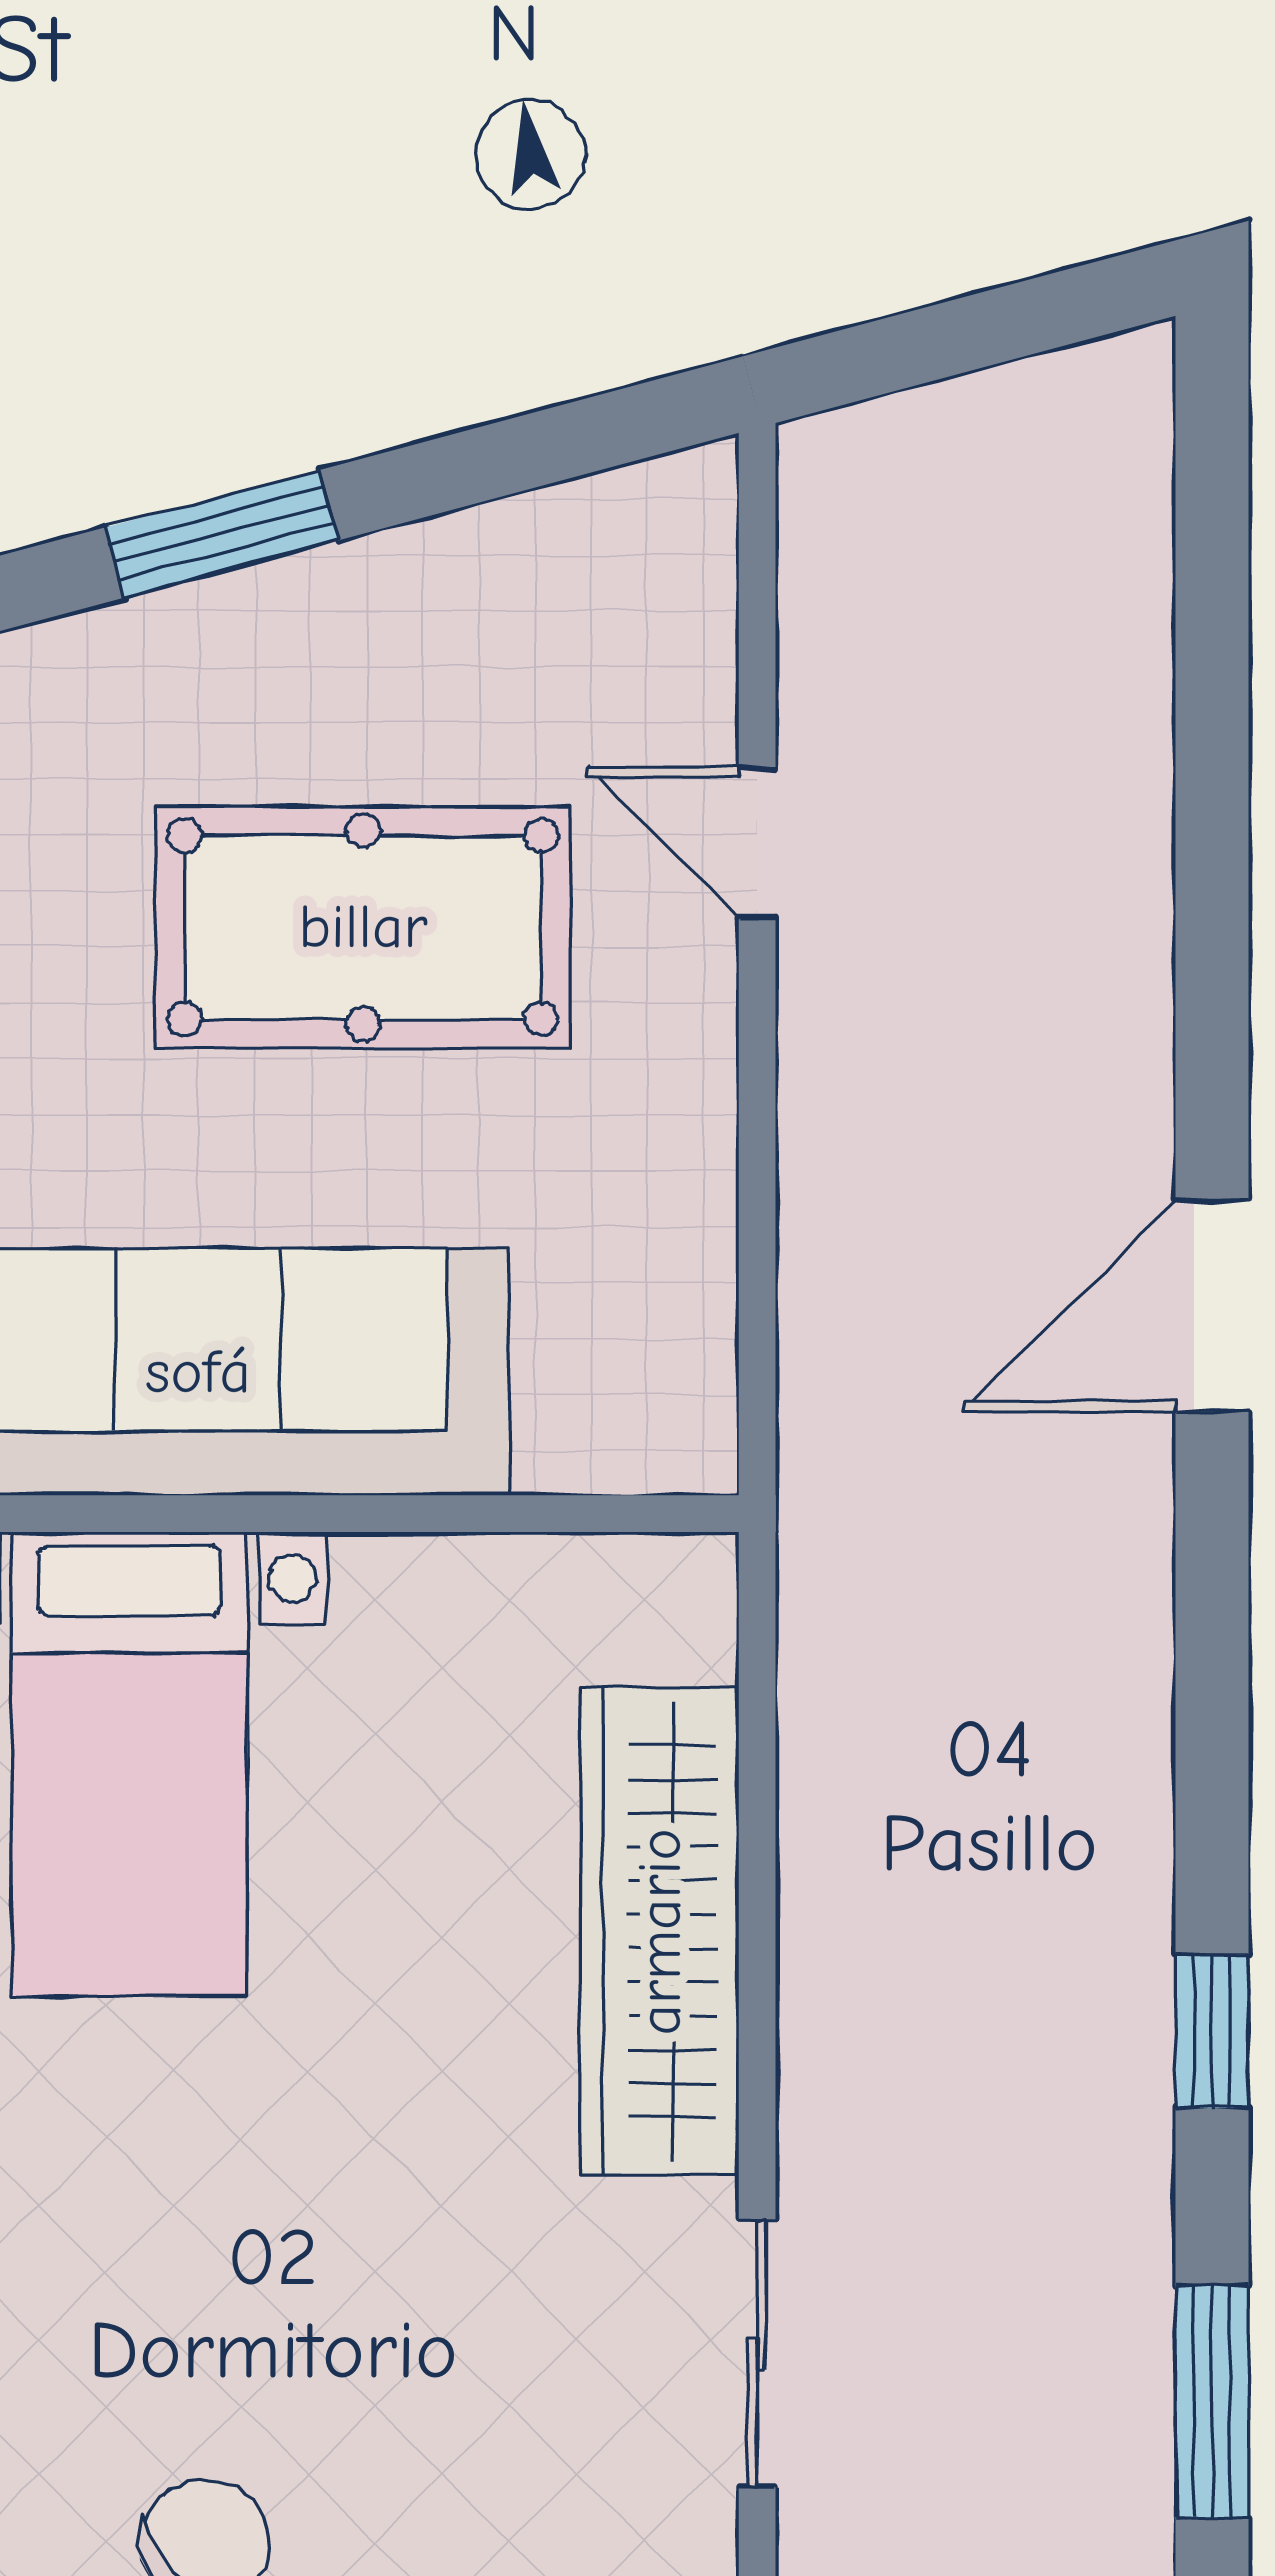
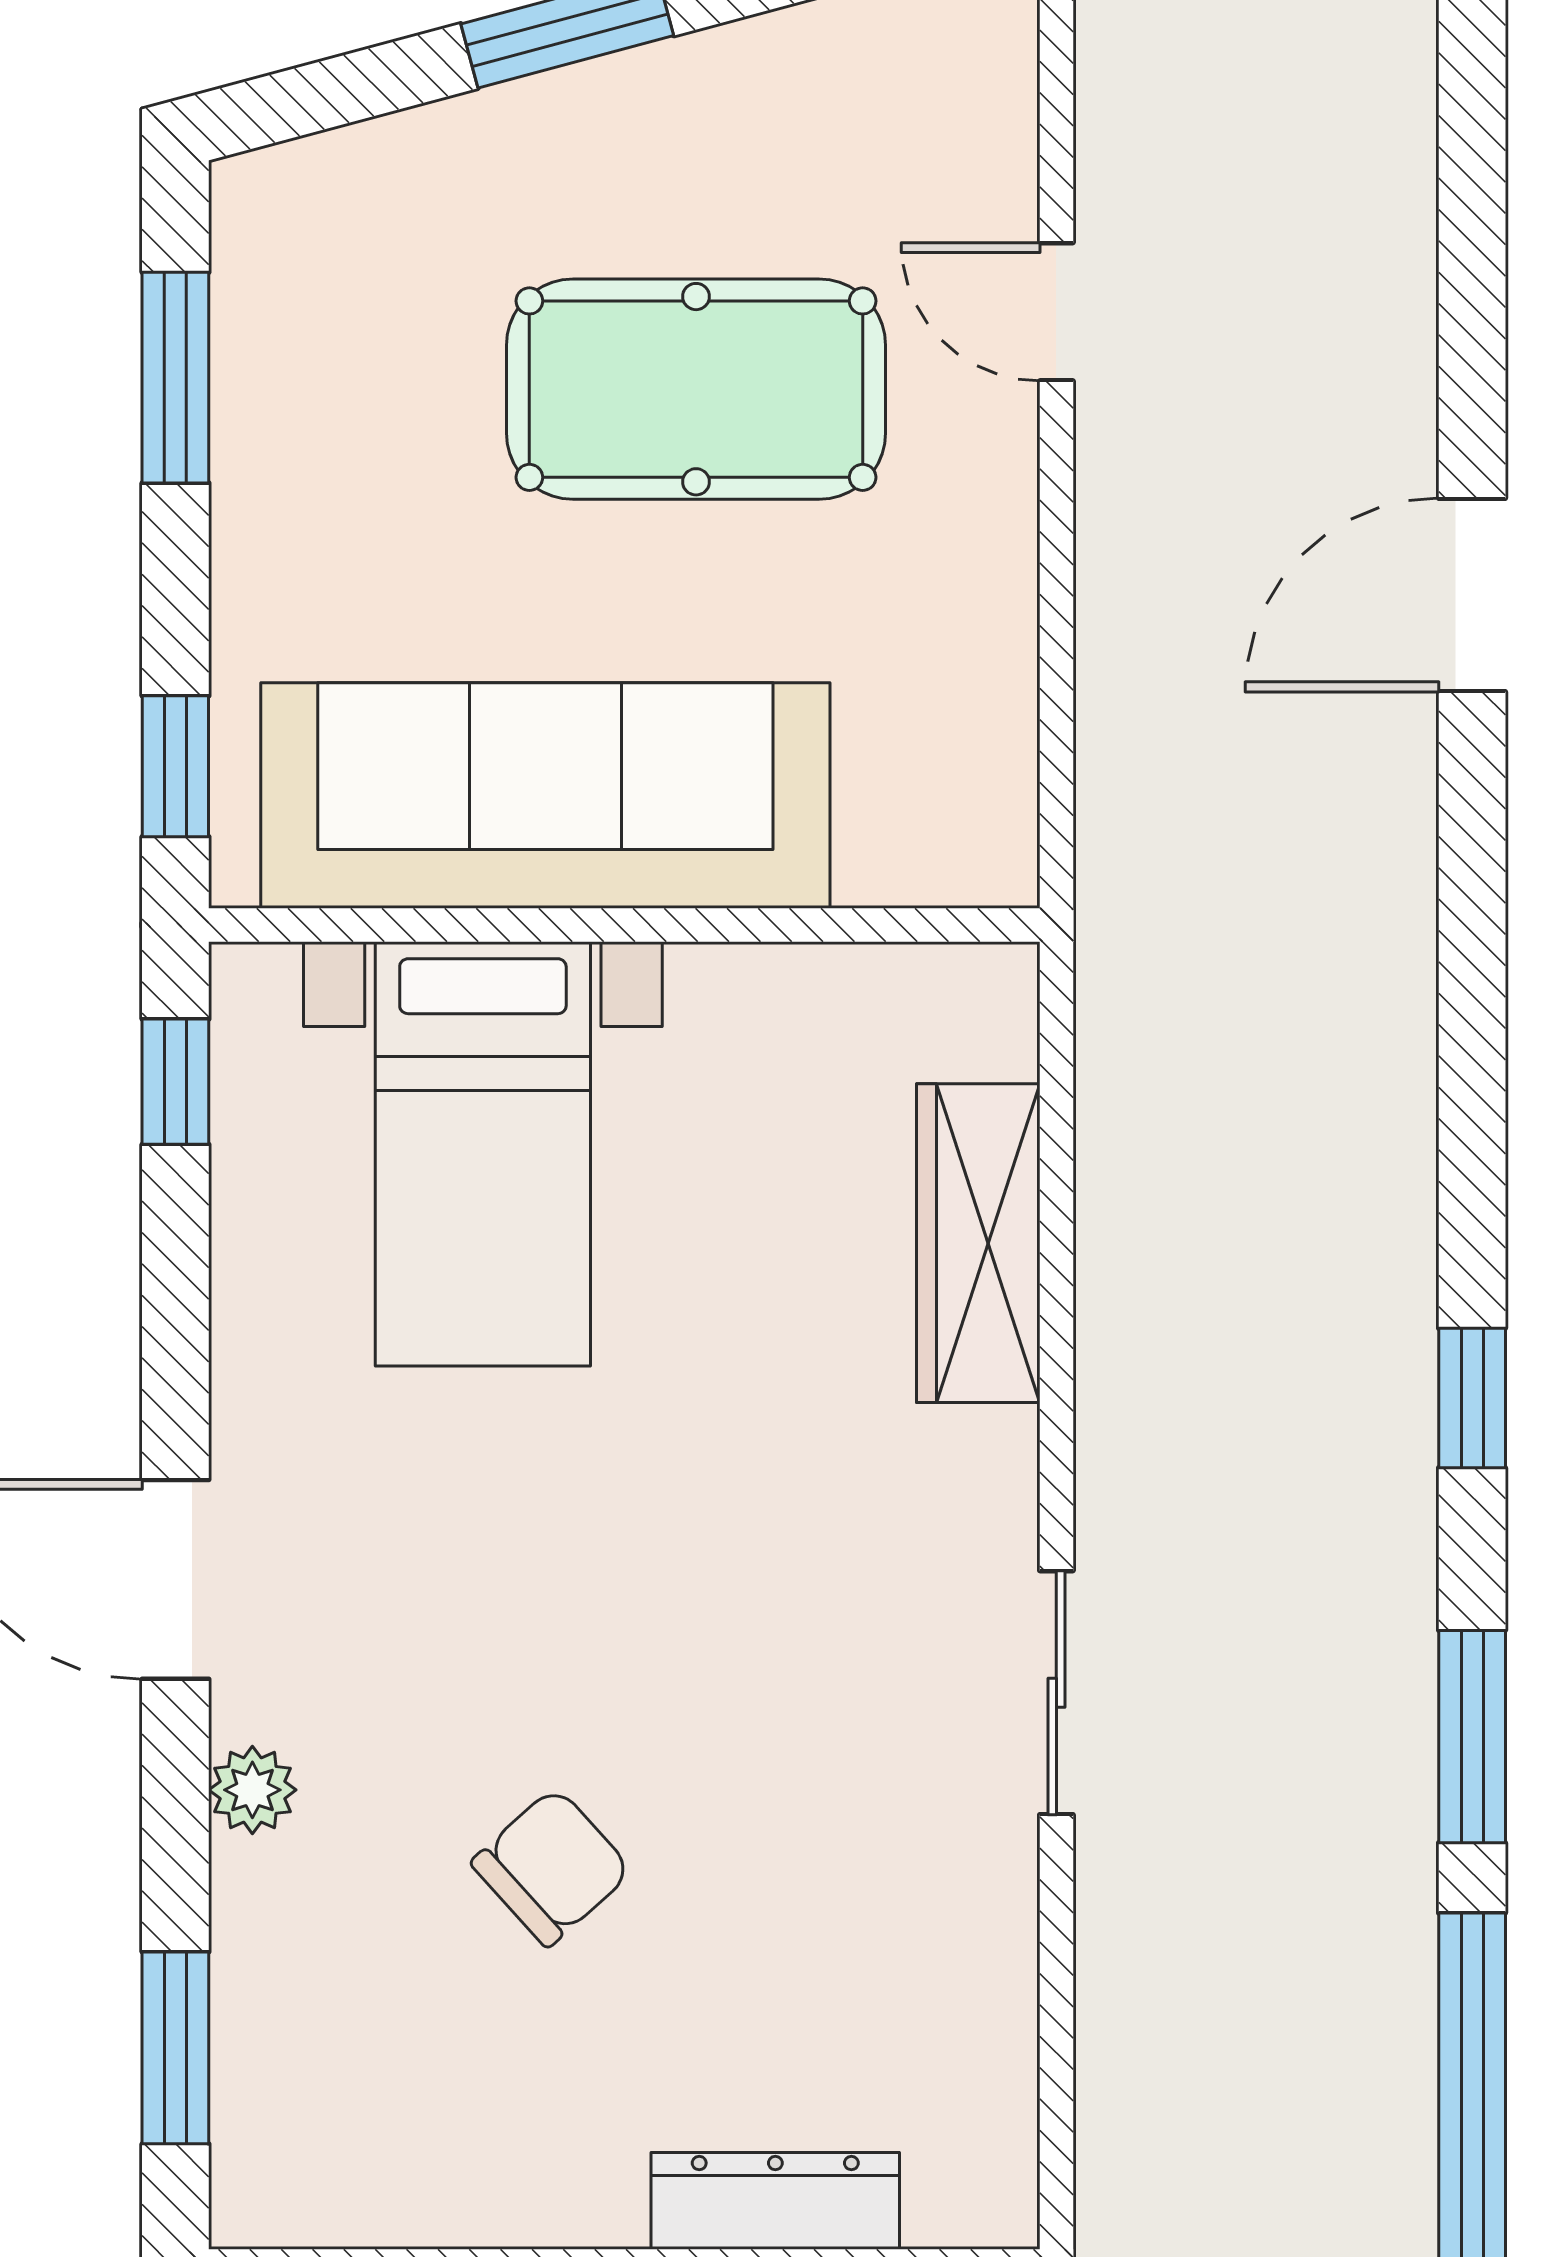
door: (1212, 1306) -> (1472, 595), moved
wardrobe: (660, 1932) -> (978, 1243), width x0.71, depth x0.85

